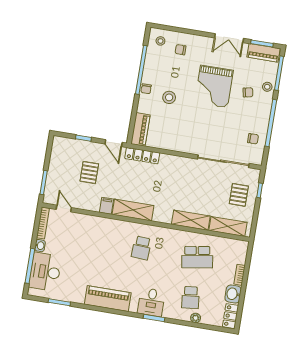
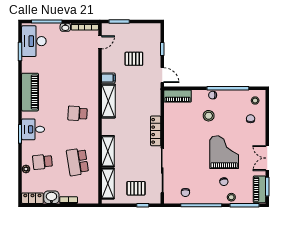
grand piano: (214, 86) -> (224, 152), turned 90
door: (114, 143) -> (162, 75), swing flipped
locker: (142, 156) -> (156, 131), moved
desk: (45, 272) -> (34, 41), moved, turned -90

